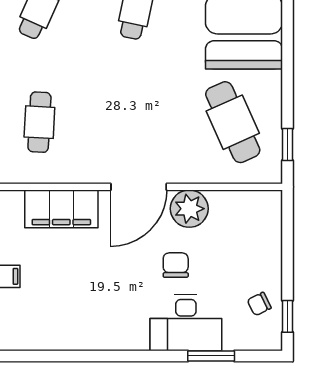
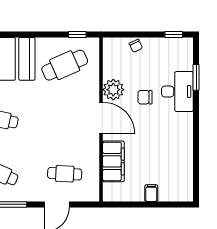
chair: (259, 304) -> (136, 46), moved

